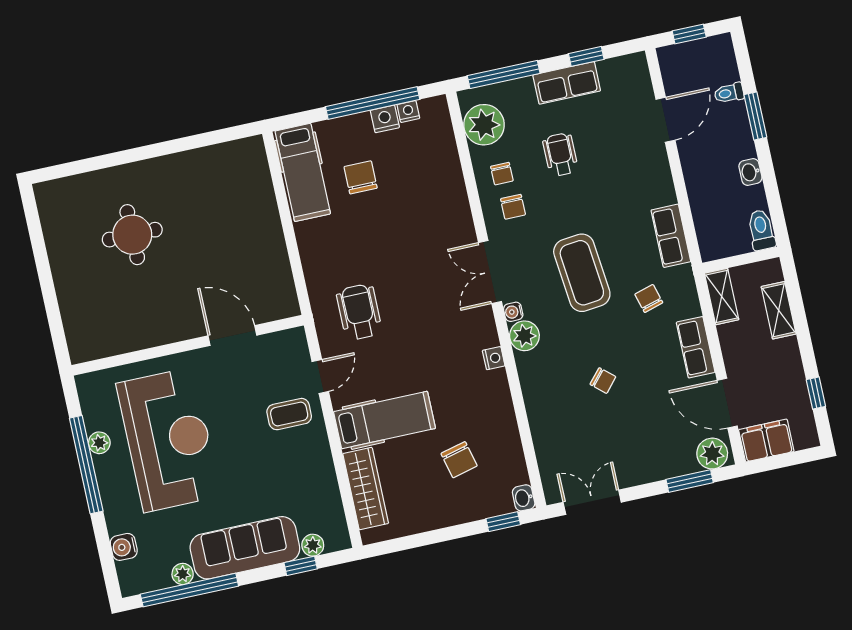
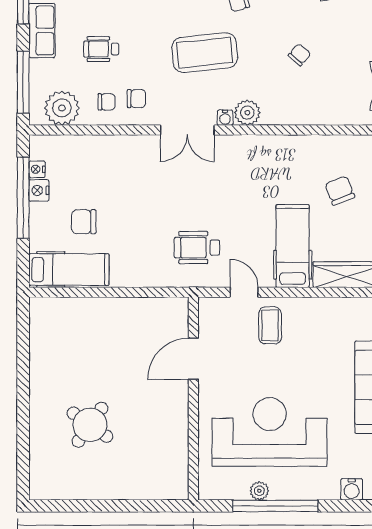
round table: (132, 235) -> (90, 425), turned 35
nightstand: (494, 358) -> (261, 143), removed
chair: (459, 460) -> (340, 191), turned -98

